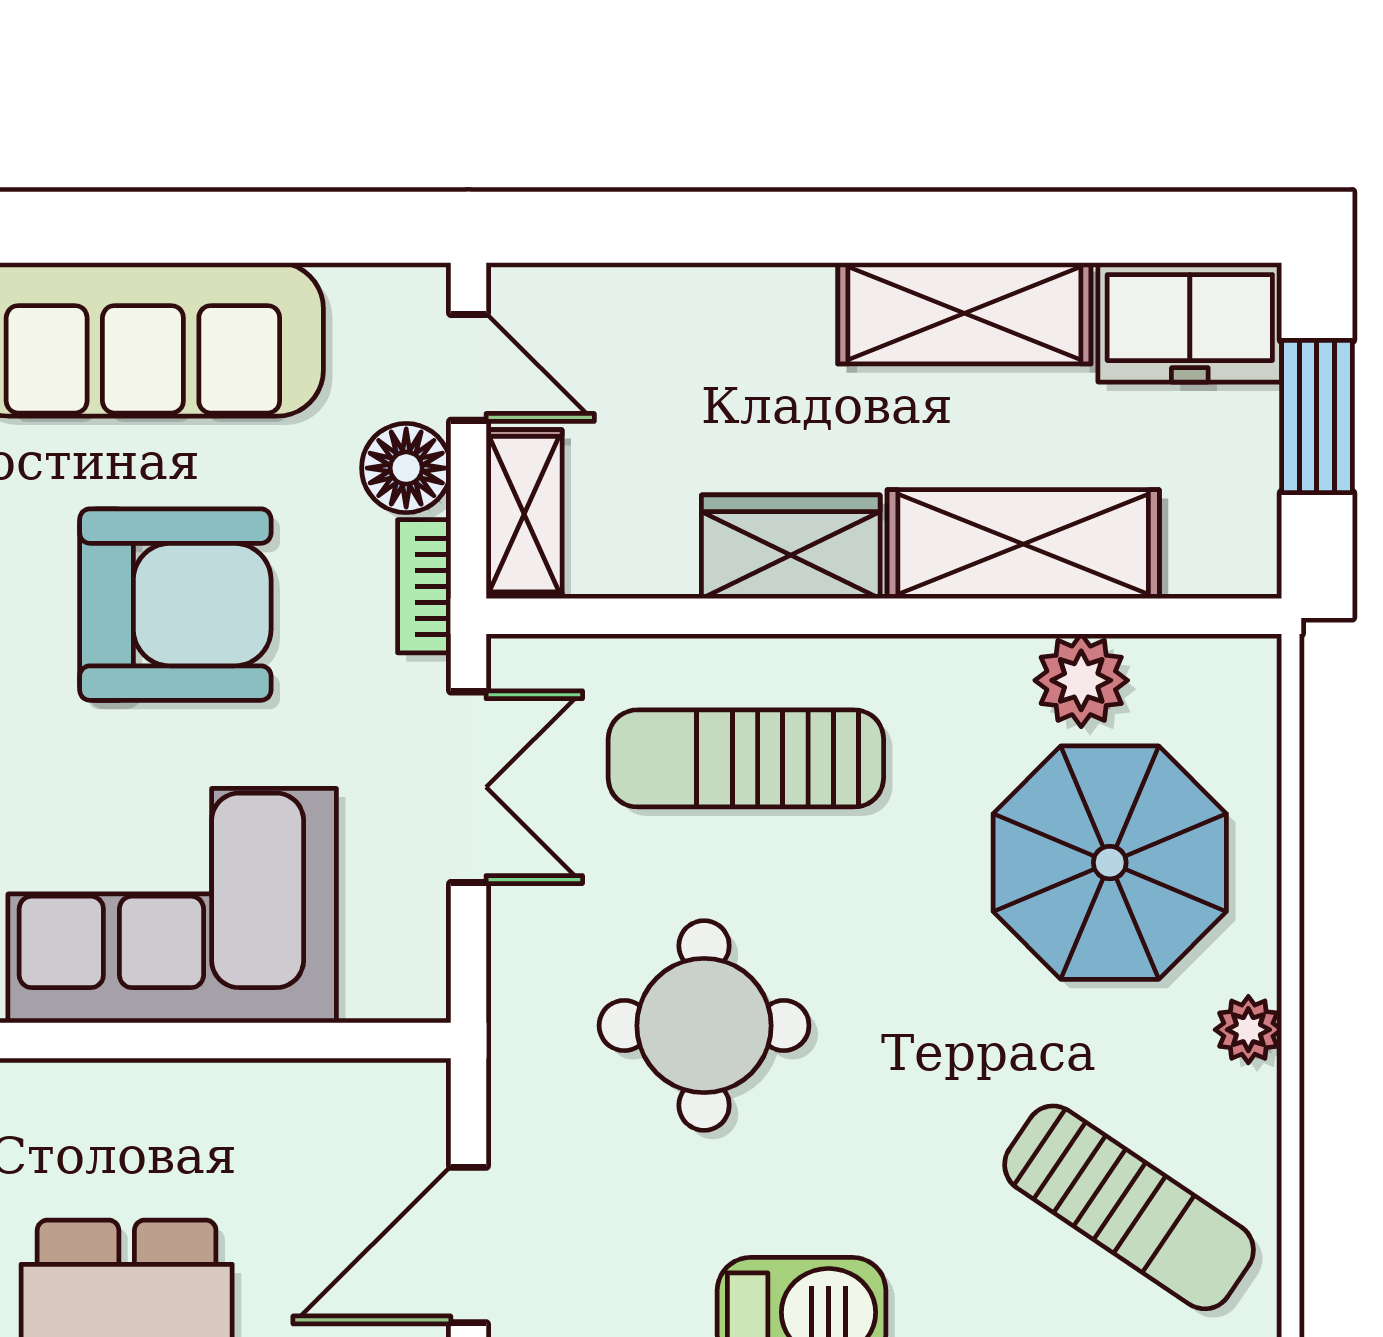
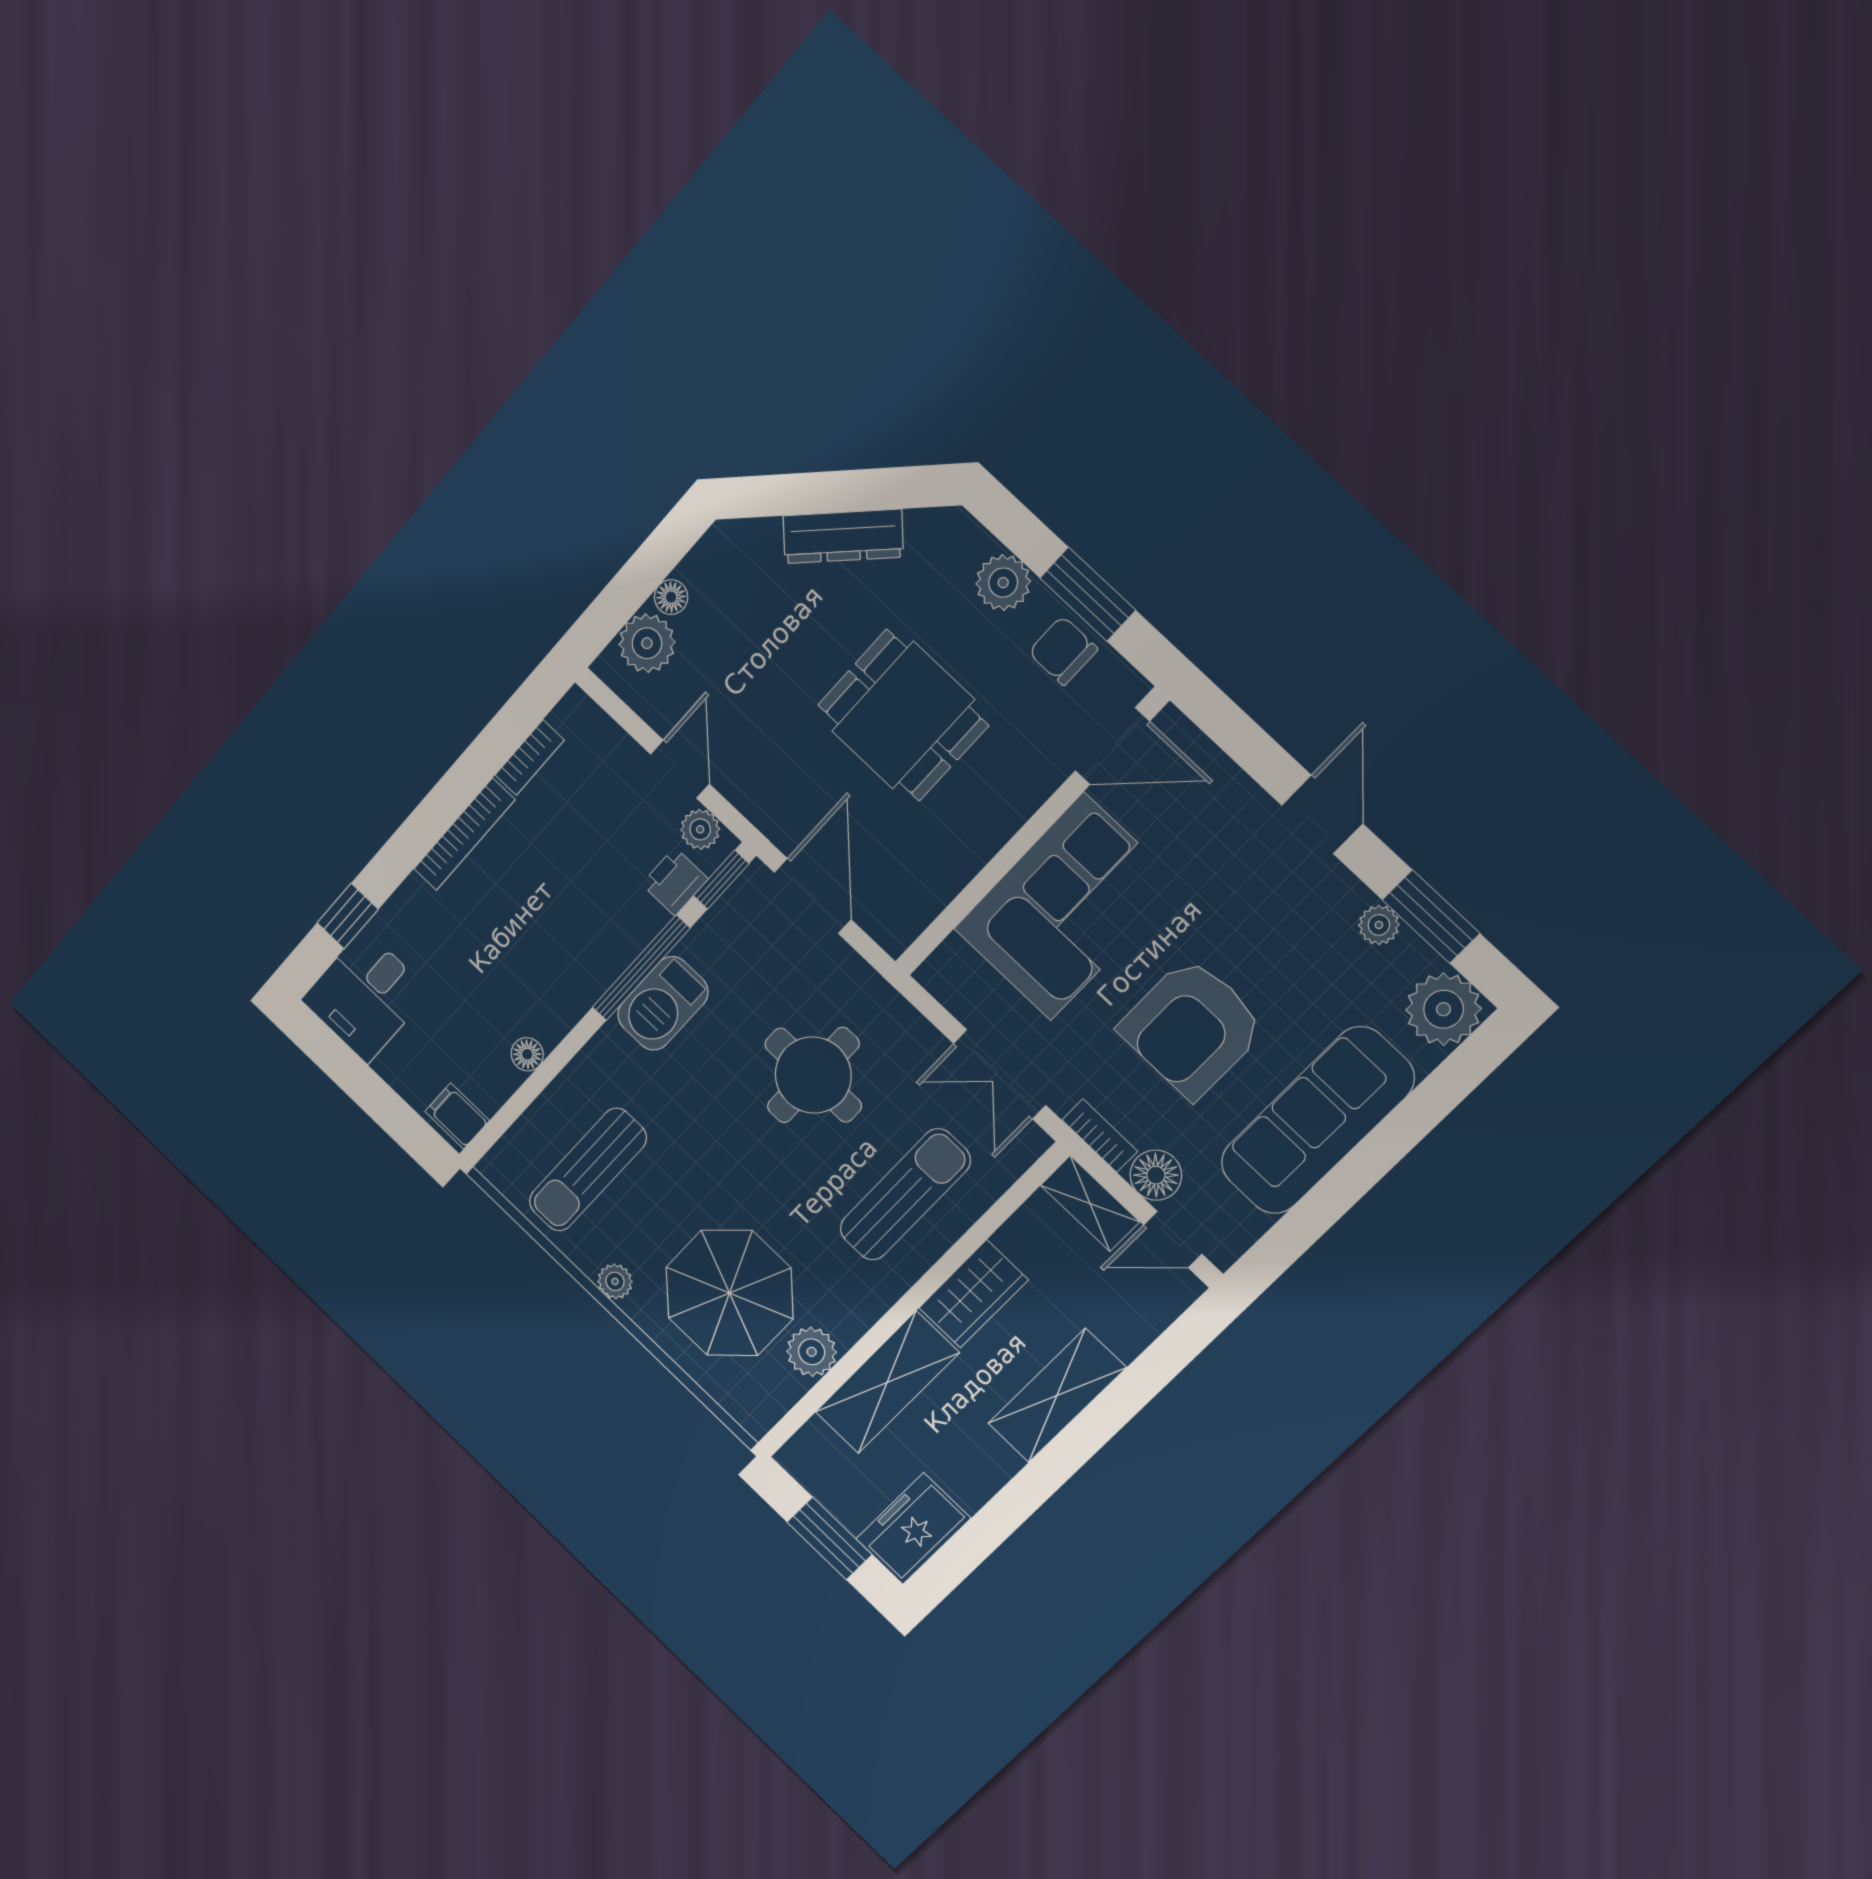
shelving: (964, 313) -> (1057, 1396), moved
sun lounger: (1129, 1207) -> (588, 1170), turned -34

